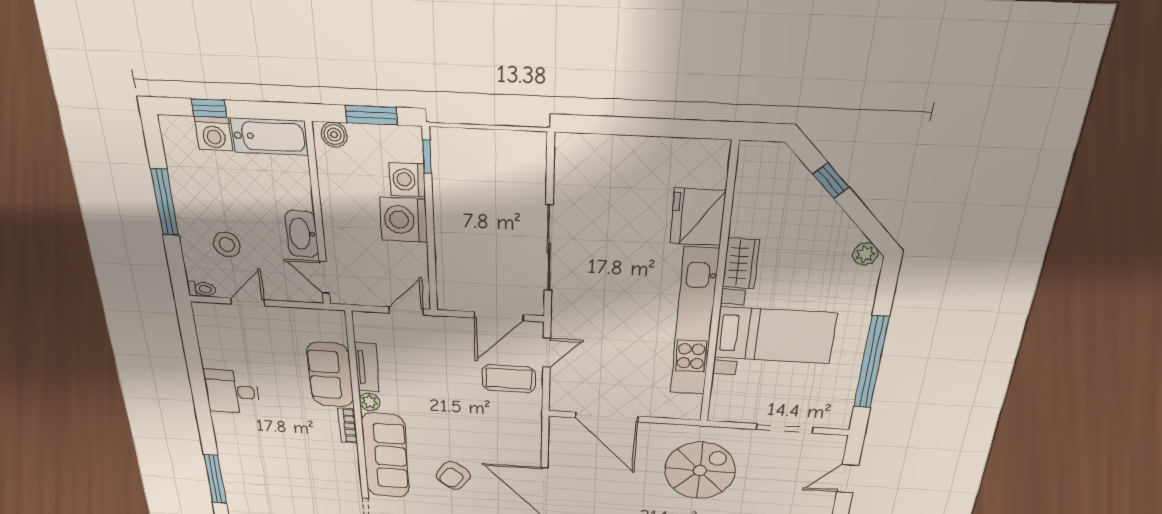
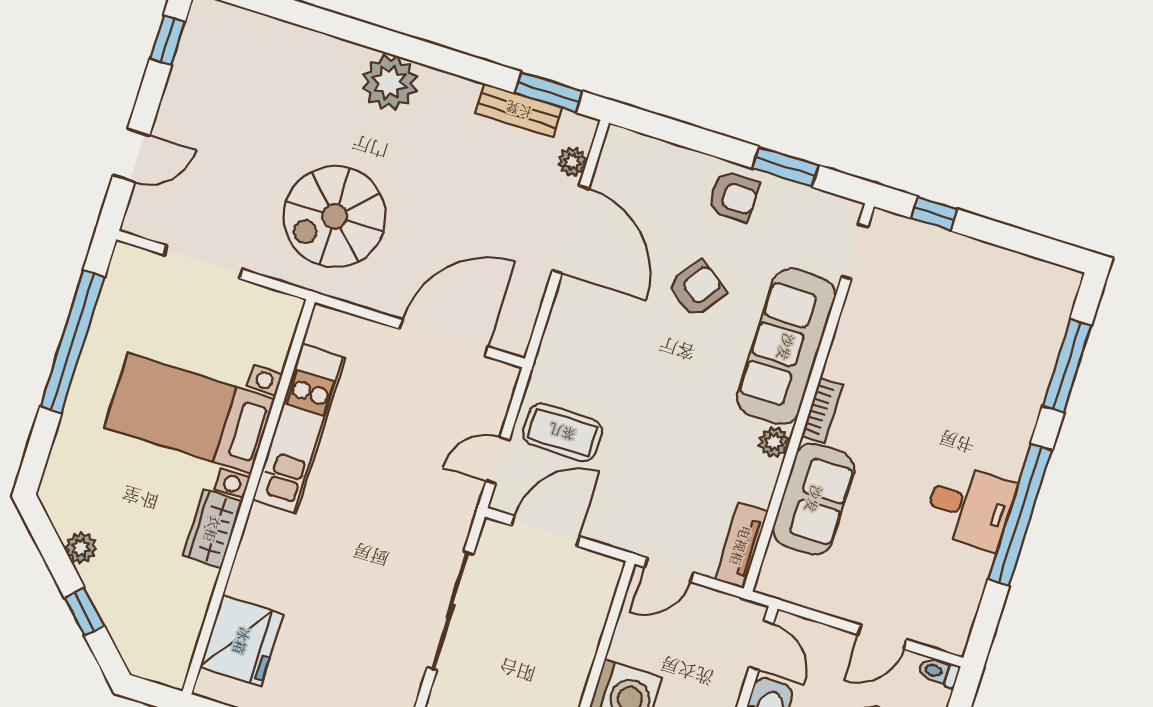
fridge: (698, 217) -> (242, 641), moved
plant: (865, 254) -> (81, 548), moved
kitchen unit: (694, 323) -> (299, 429), width x0.73
tv unit: (367, 367) -> (741, 546), moved
window: (200, 394) -> (1020, 515), added
door: (607, 417) -> (444, 338), hinge flipped

